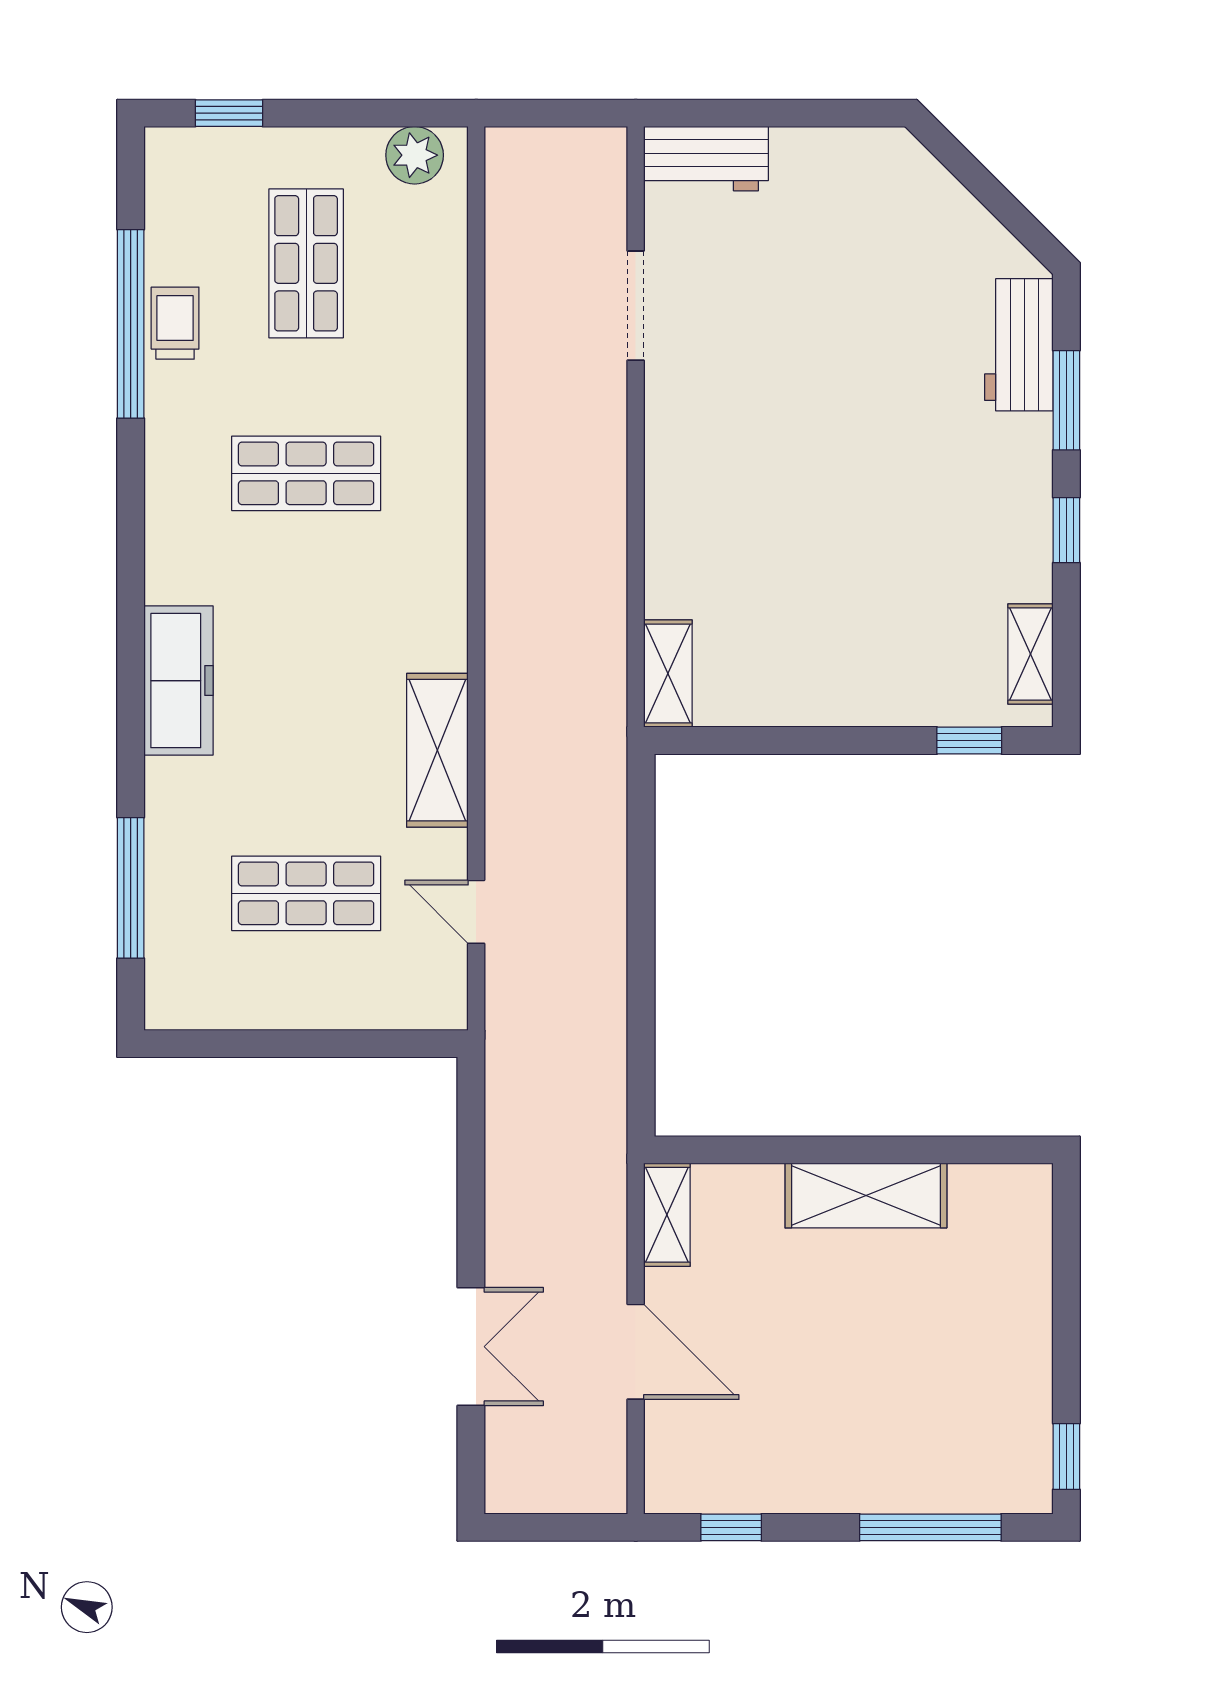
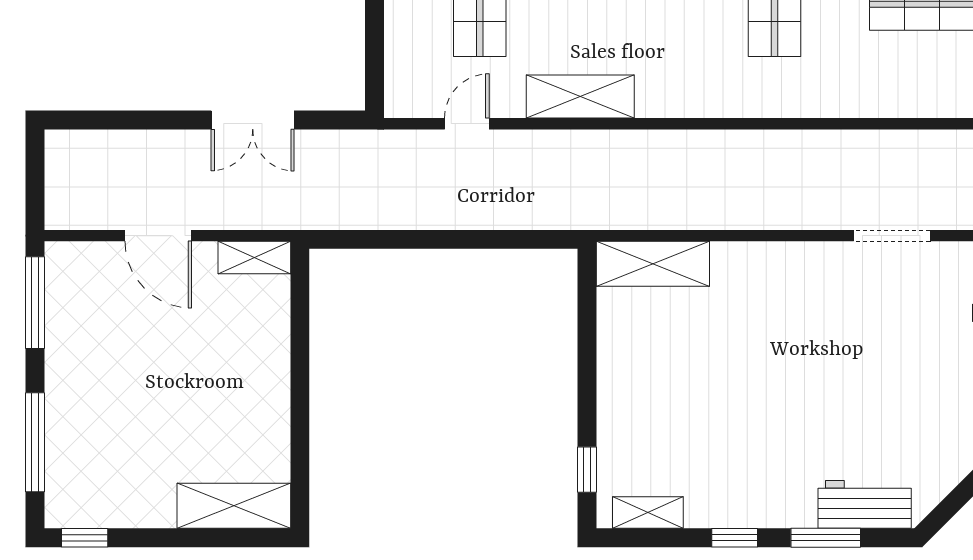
shelving: (668, 674) -> (653, 264), width x1.50, depth x1.33
shelving: (866, 1196) -> (234, 506), moved, turned 90
double door: (471, 1347) -> (253, 120), moved
door: (636, 1352) -> (158, 236), hinge flipped
window: (731, 1527) -> (35, 303), width x2.17

